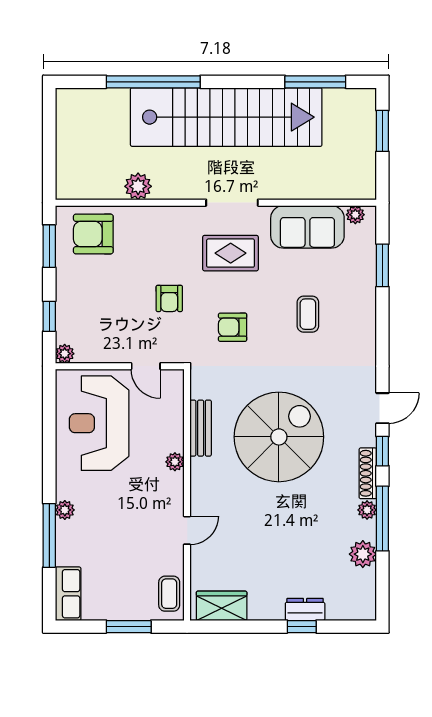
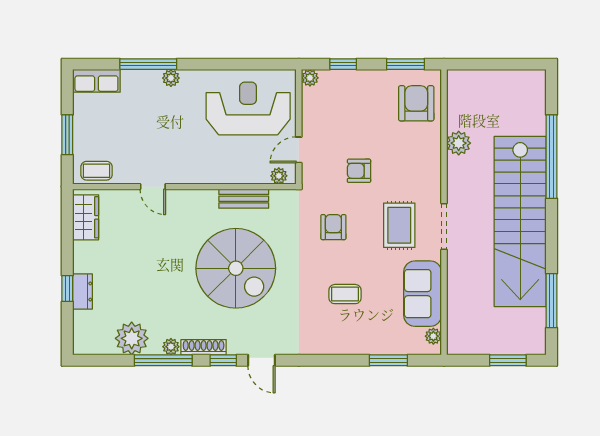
plant: (175, 462) -> (279, 176), moved
plant: (363, 554) -> (132, 338), width x1.36, depth x1.36

